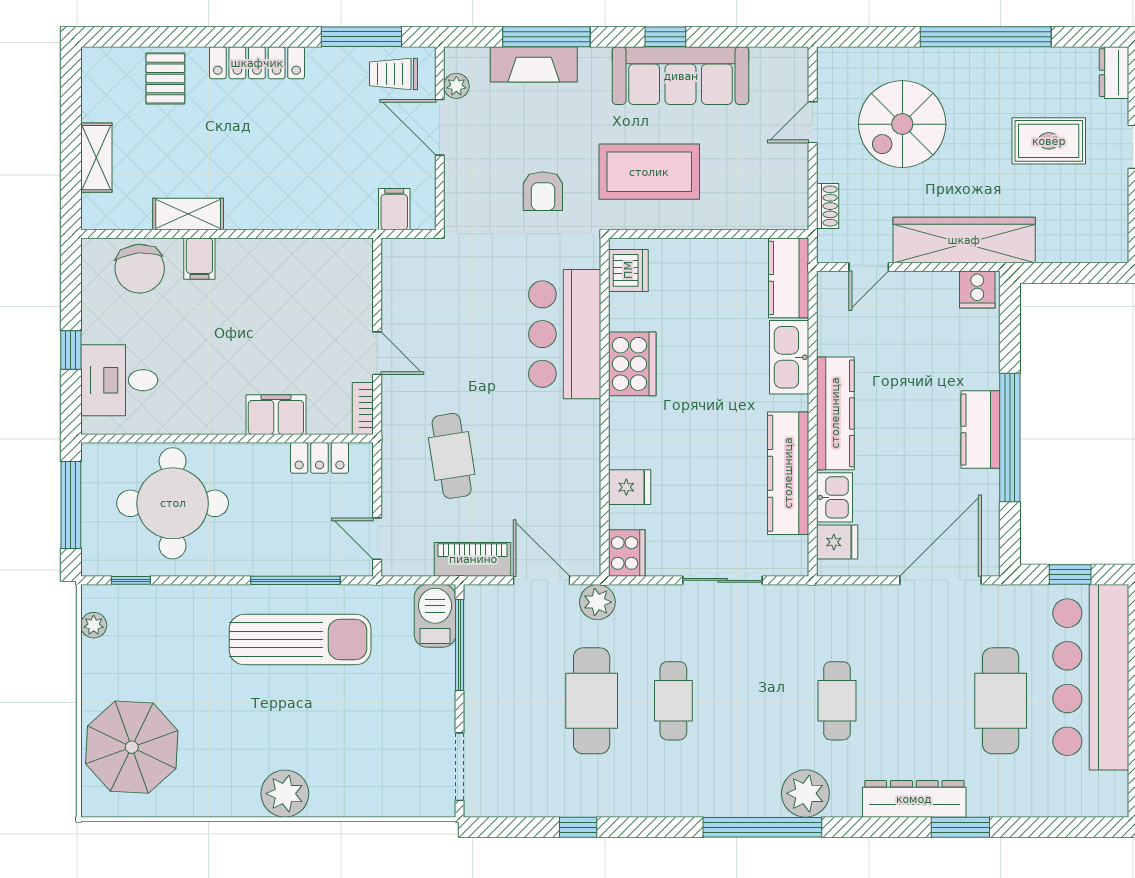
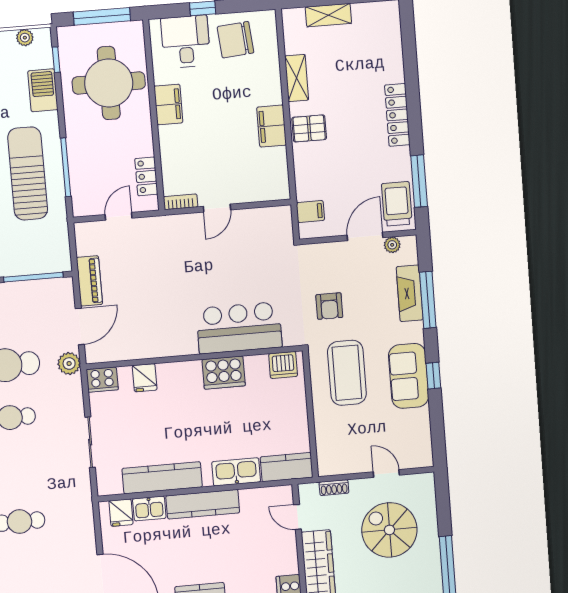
trolley: (394, 74) -> (397, 204), width x1.36, depth x1.39
sofa: (681, 76) -> (409, 376), width x0.73
pallet: (165, 78) -> (309, 128), moved
armchair: (543, 191) -> (329, 306), turned -90
filing cabinet: (199, 259) -> (272, 126), moved, width x2.00
chair: (140, 269) -> (235, 40), moved
filing cabinet: (276, 415) -> (168, 104), moved
cafe table: (452, 456) -> (155, 262), removed
door: (377, 539) -> (119, 216), moved
barbecue: (435, 616) -> (43, 90), moved, turned -90
sun lounger: (300, 640) -> (28, 174), turned 180

